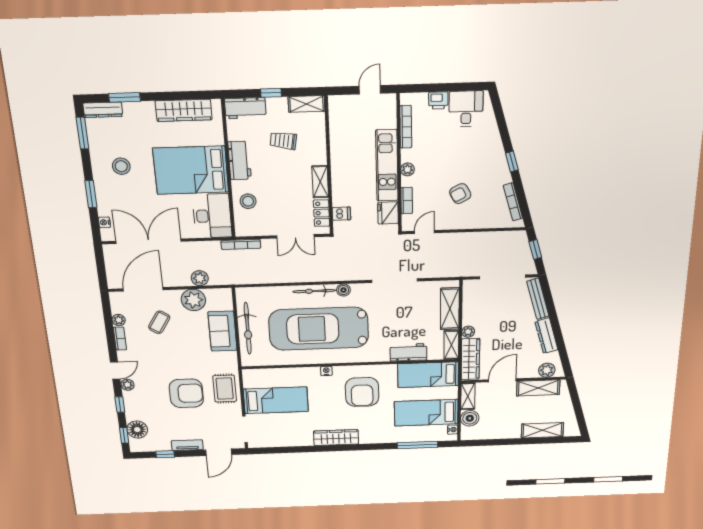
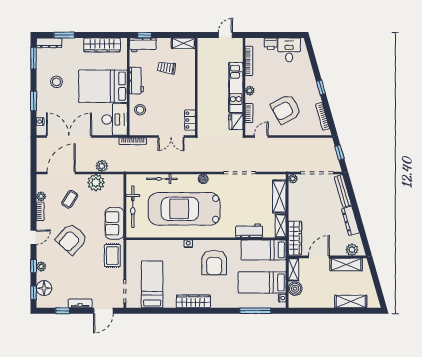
window: (271, 93) -> (145, 35), moved
shelving: (320, 182) -> (190, 97), removed
armchair: (460, 194) -> (286, 109), width x1.88, depth x1.88
dishwasher: (341, 214) -> (204, 121), removed
bicycle: (314, 291) -> (162, 179), moved
sofa: (222, 331) -> (115, 223), moved
plant: (468, 332) -> (293, 179), moved
plant: (127, 385) -> (41, 267), moved
armchair: (186, 393) -> (71, 239), moved, turned 132
bed: (276, 400) -> (152, 284), moved, turned -90

